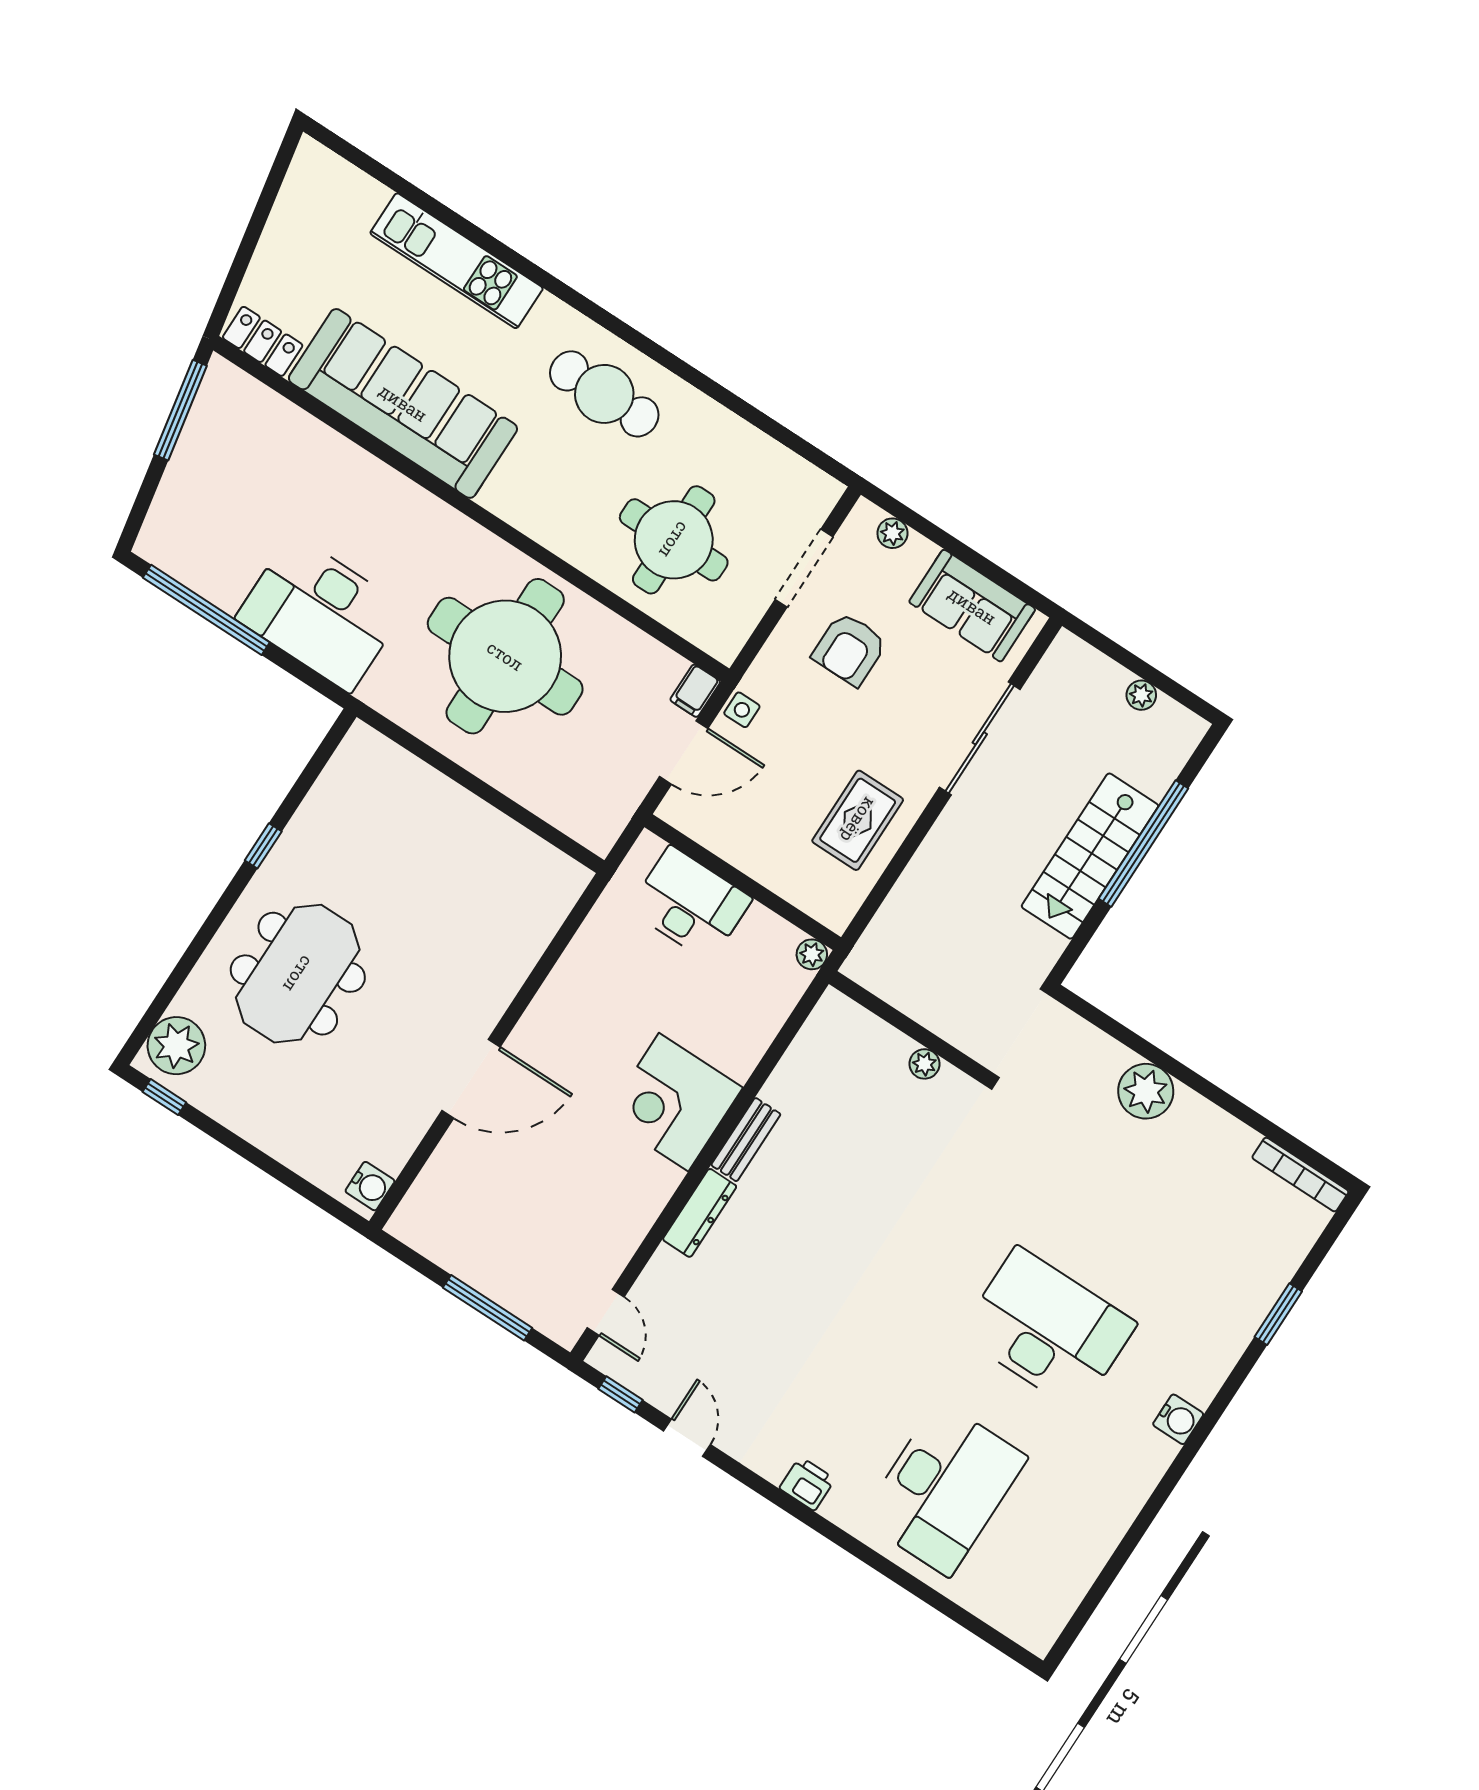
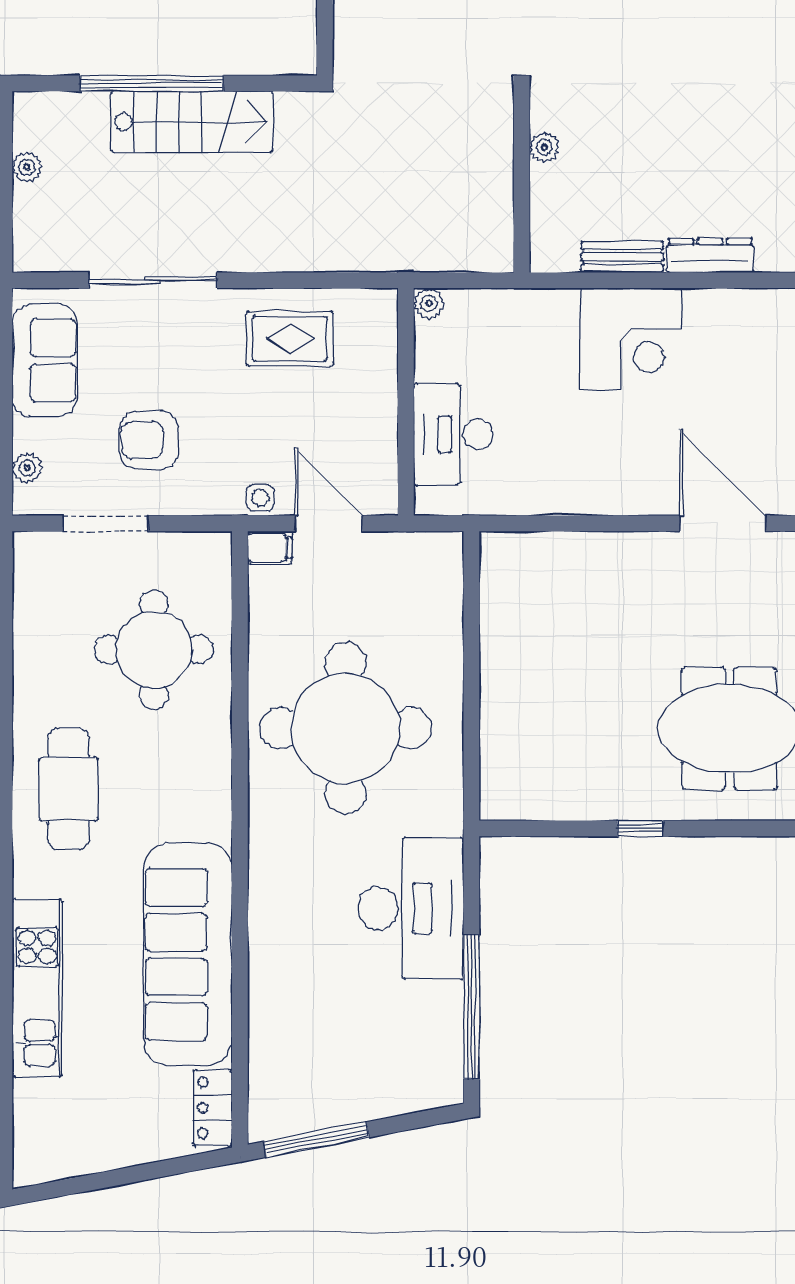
armchair: (850, 649) -> (149, 440), turned 180
wall: (908, 1026) -> (522, 182), moved
plant: (924, 1064) -> (544, 147), moved

